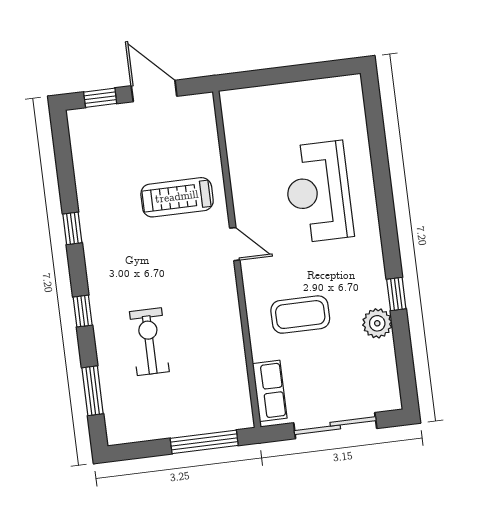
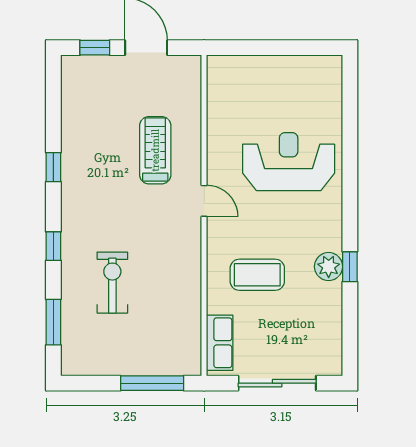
reception desk: (318, 192) -> (289, 162), turned 90
treadmill: (177, 197) -> (155, 150), turned 90
plant: (377, 323) -> (329, 267), moved

